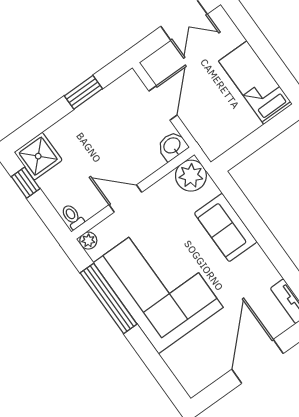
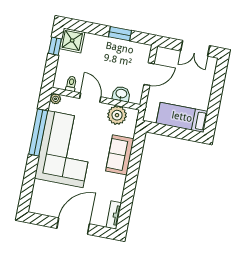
bed: (256, 83) -> (182, 117), moved, turned -90
washbasin: (172, 146) -> (121, 94), moved
plant: (191, 176) -> (117, 115), moved
toilet: (72, 217) -> (71, 84), moved

